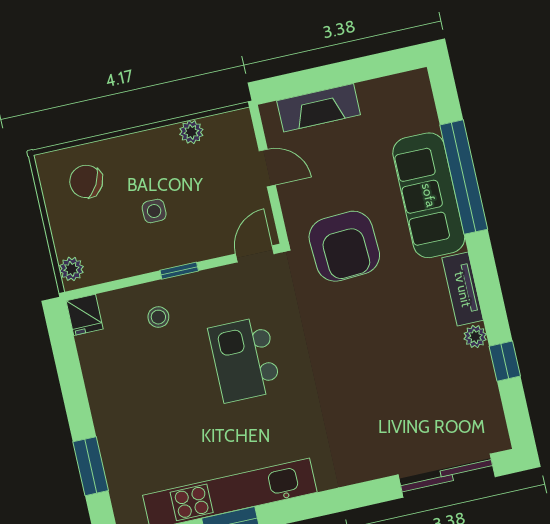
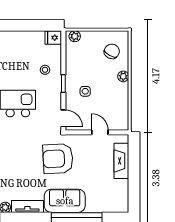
plant: (191, 132) -> (123, 76), moved
door: (267, 168) -> (100, 132), swing flipped
sofa: (429, 195) -> (65, 201), width x0.73
side table: (154, 211) -> (85, 91), moved

